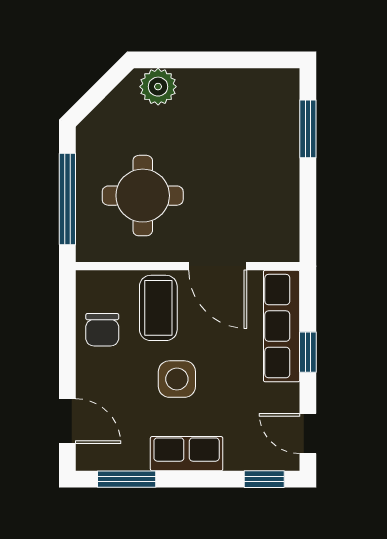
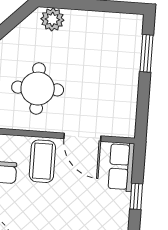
row of seats: (282, 326) -> (121, 167), width x0.68
side table: (177, 379) -> (51, 208), removed

